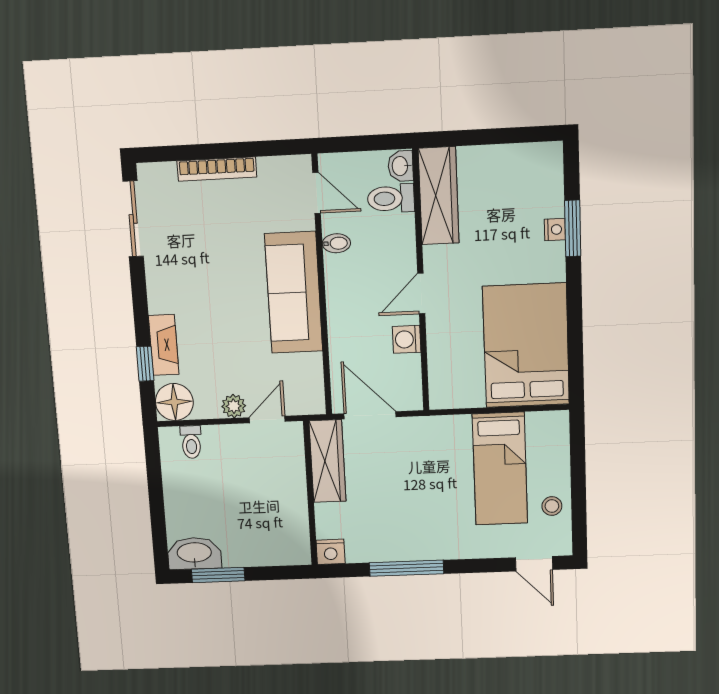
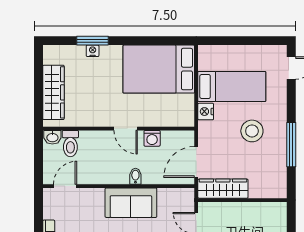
wardrobe: (439, 196) -> (53, 92), moved, turned 90
bidet: (336, 243) -> (135, 176), moved
sofa: (294, 293) -> (131, 203), width x0.73
stool: (552, 506) -> (252, 131), moved, width x1.89, depth x1.89
nightstand: (331, 552) -> (206, 112), moved, turned 180

